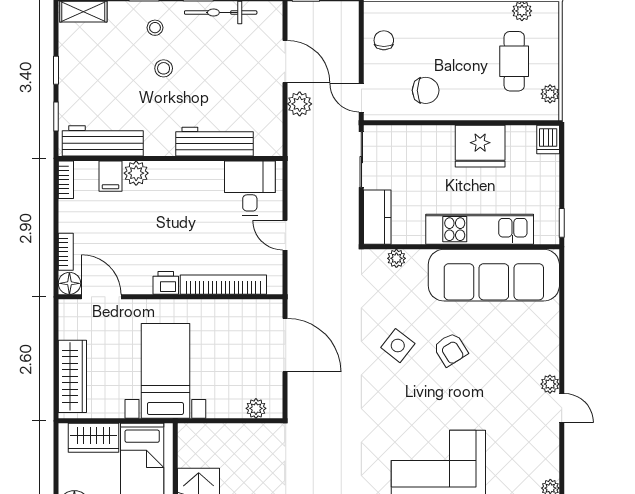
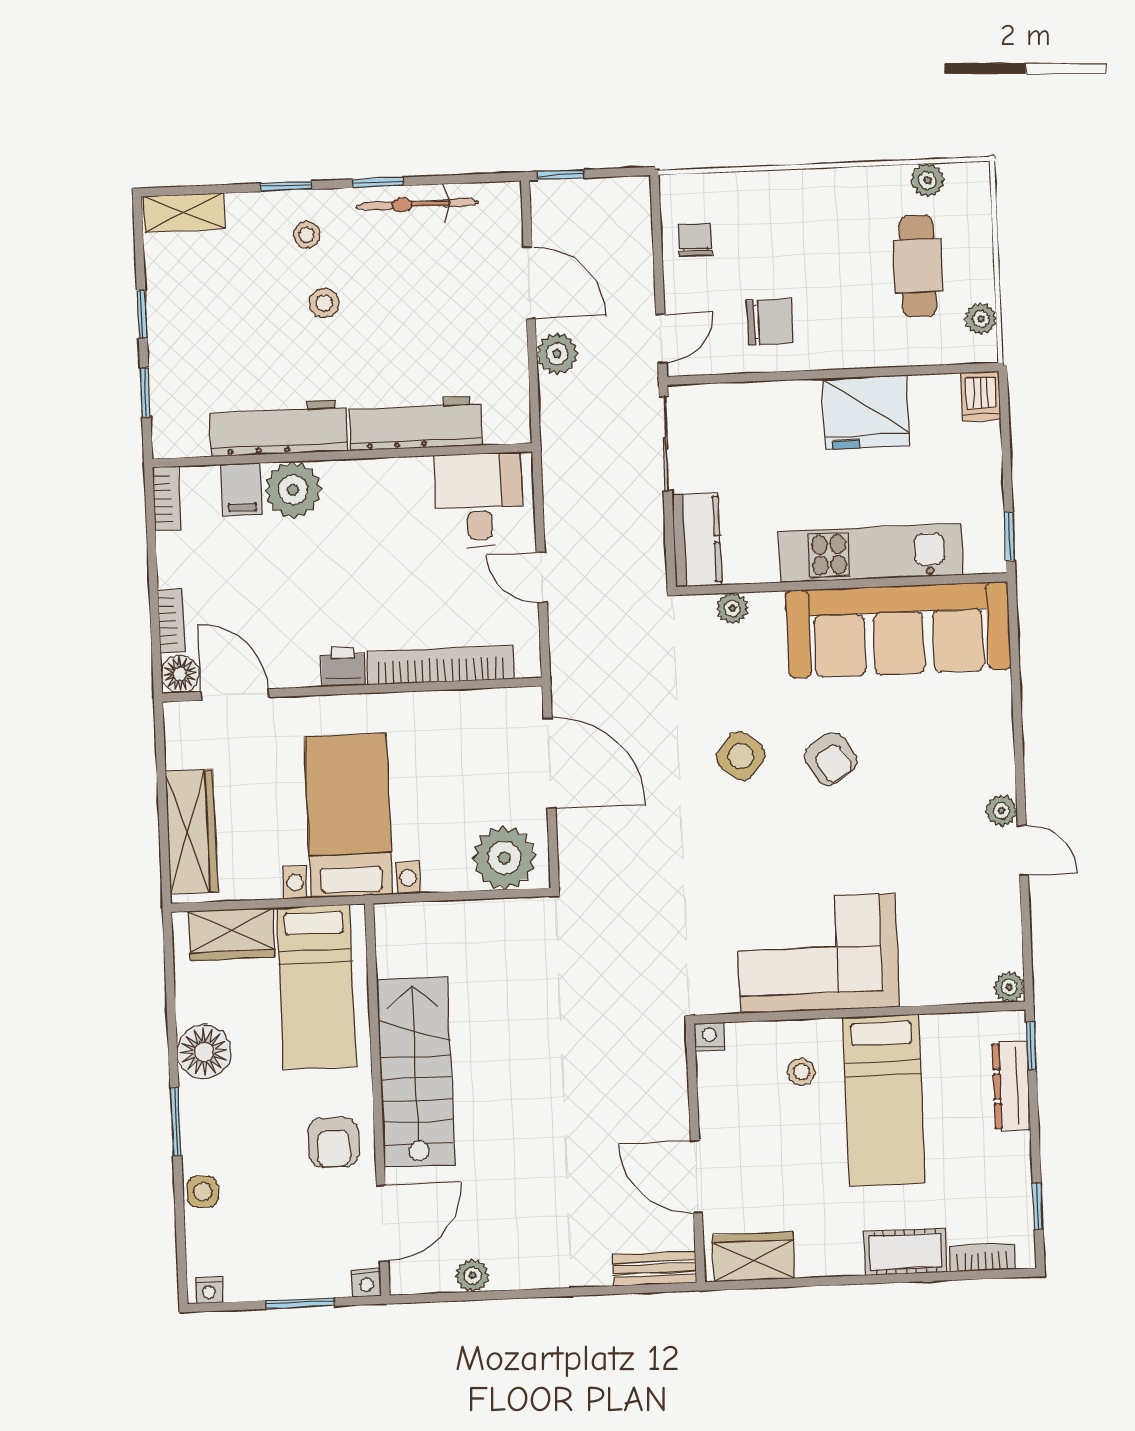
door: (361, 98) -> (661, 339), swing flipped
workbench: (103, 141) -> (278, 428), moved
plant: (136, 173) -> (293, 490), width x1.36, depth x1.36
plant: (256, 408) -> (504, 858), width x1.87, depth x1.87

